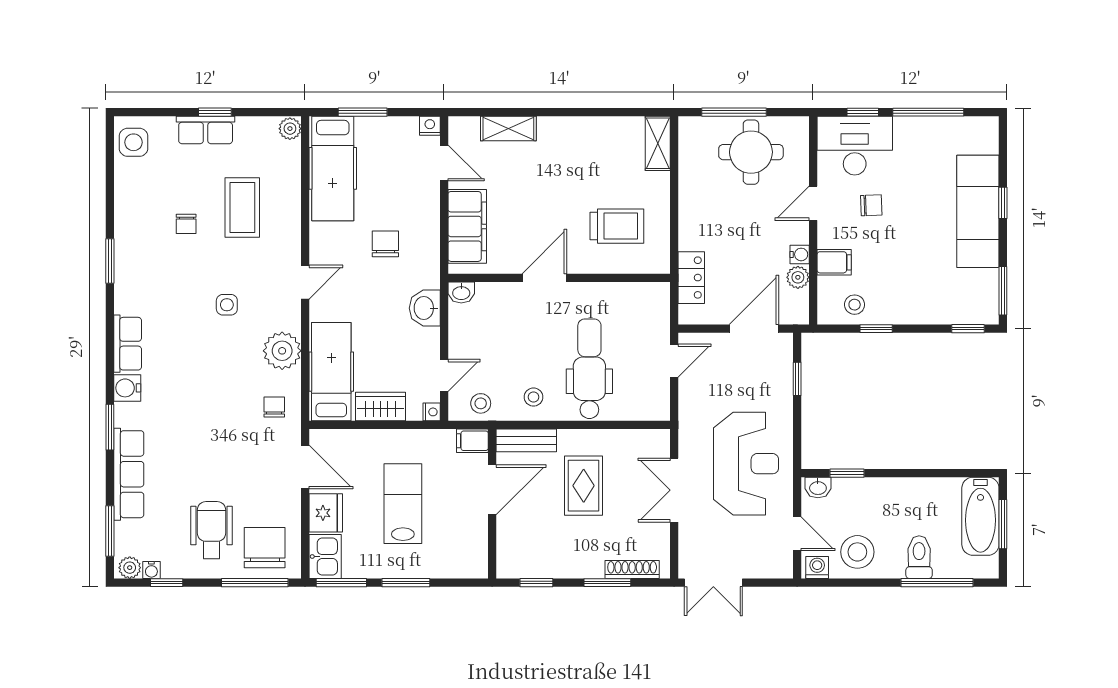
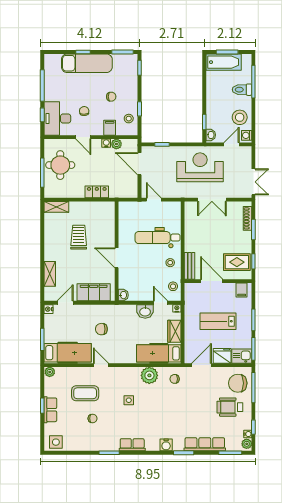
trolley: (617, 226) -> (79, 237), moved
chair: (903, 266) -> (111, 97), added
locker: (691, 278) -> (97, 192), moved
door: (305, 282) -> (101, 365), moved
washbasin: (425, 308) -> (145, 311), moved
row of seats: (128, 344) -> (132, 445), moved
filing cabinet: (472, 441) -> (242, 290), moved
rug: (584, 486) -> (237, 262), moved

